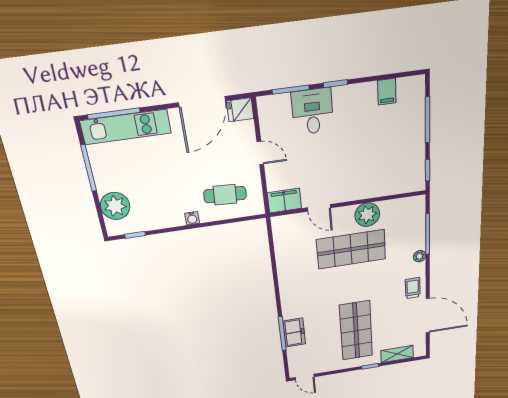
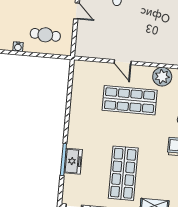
filing cabinet: (284, 201) -> (87, 49), removed
door: (319, 208) -> (123, 62), moved
plant: (367, 215) -> (162, 77), moved

